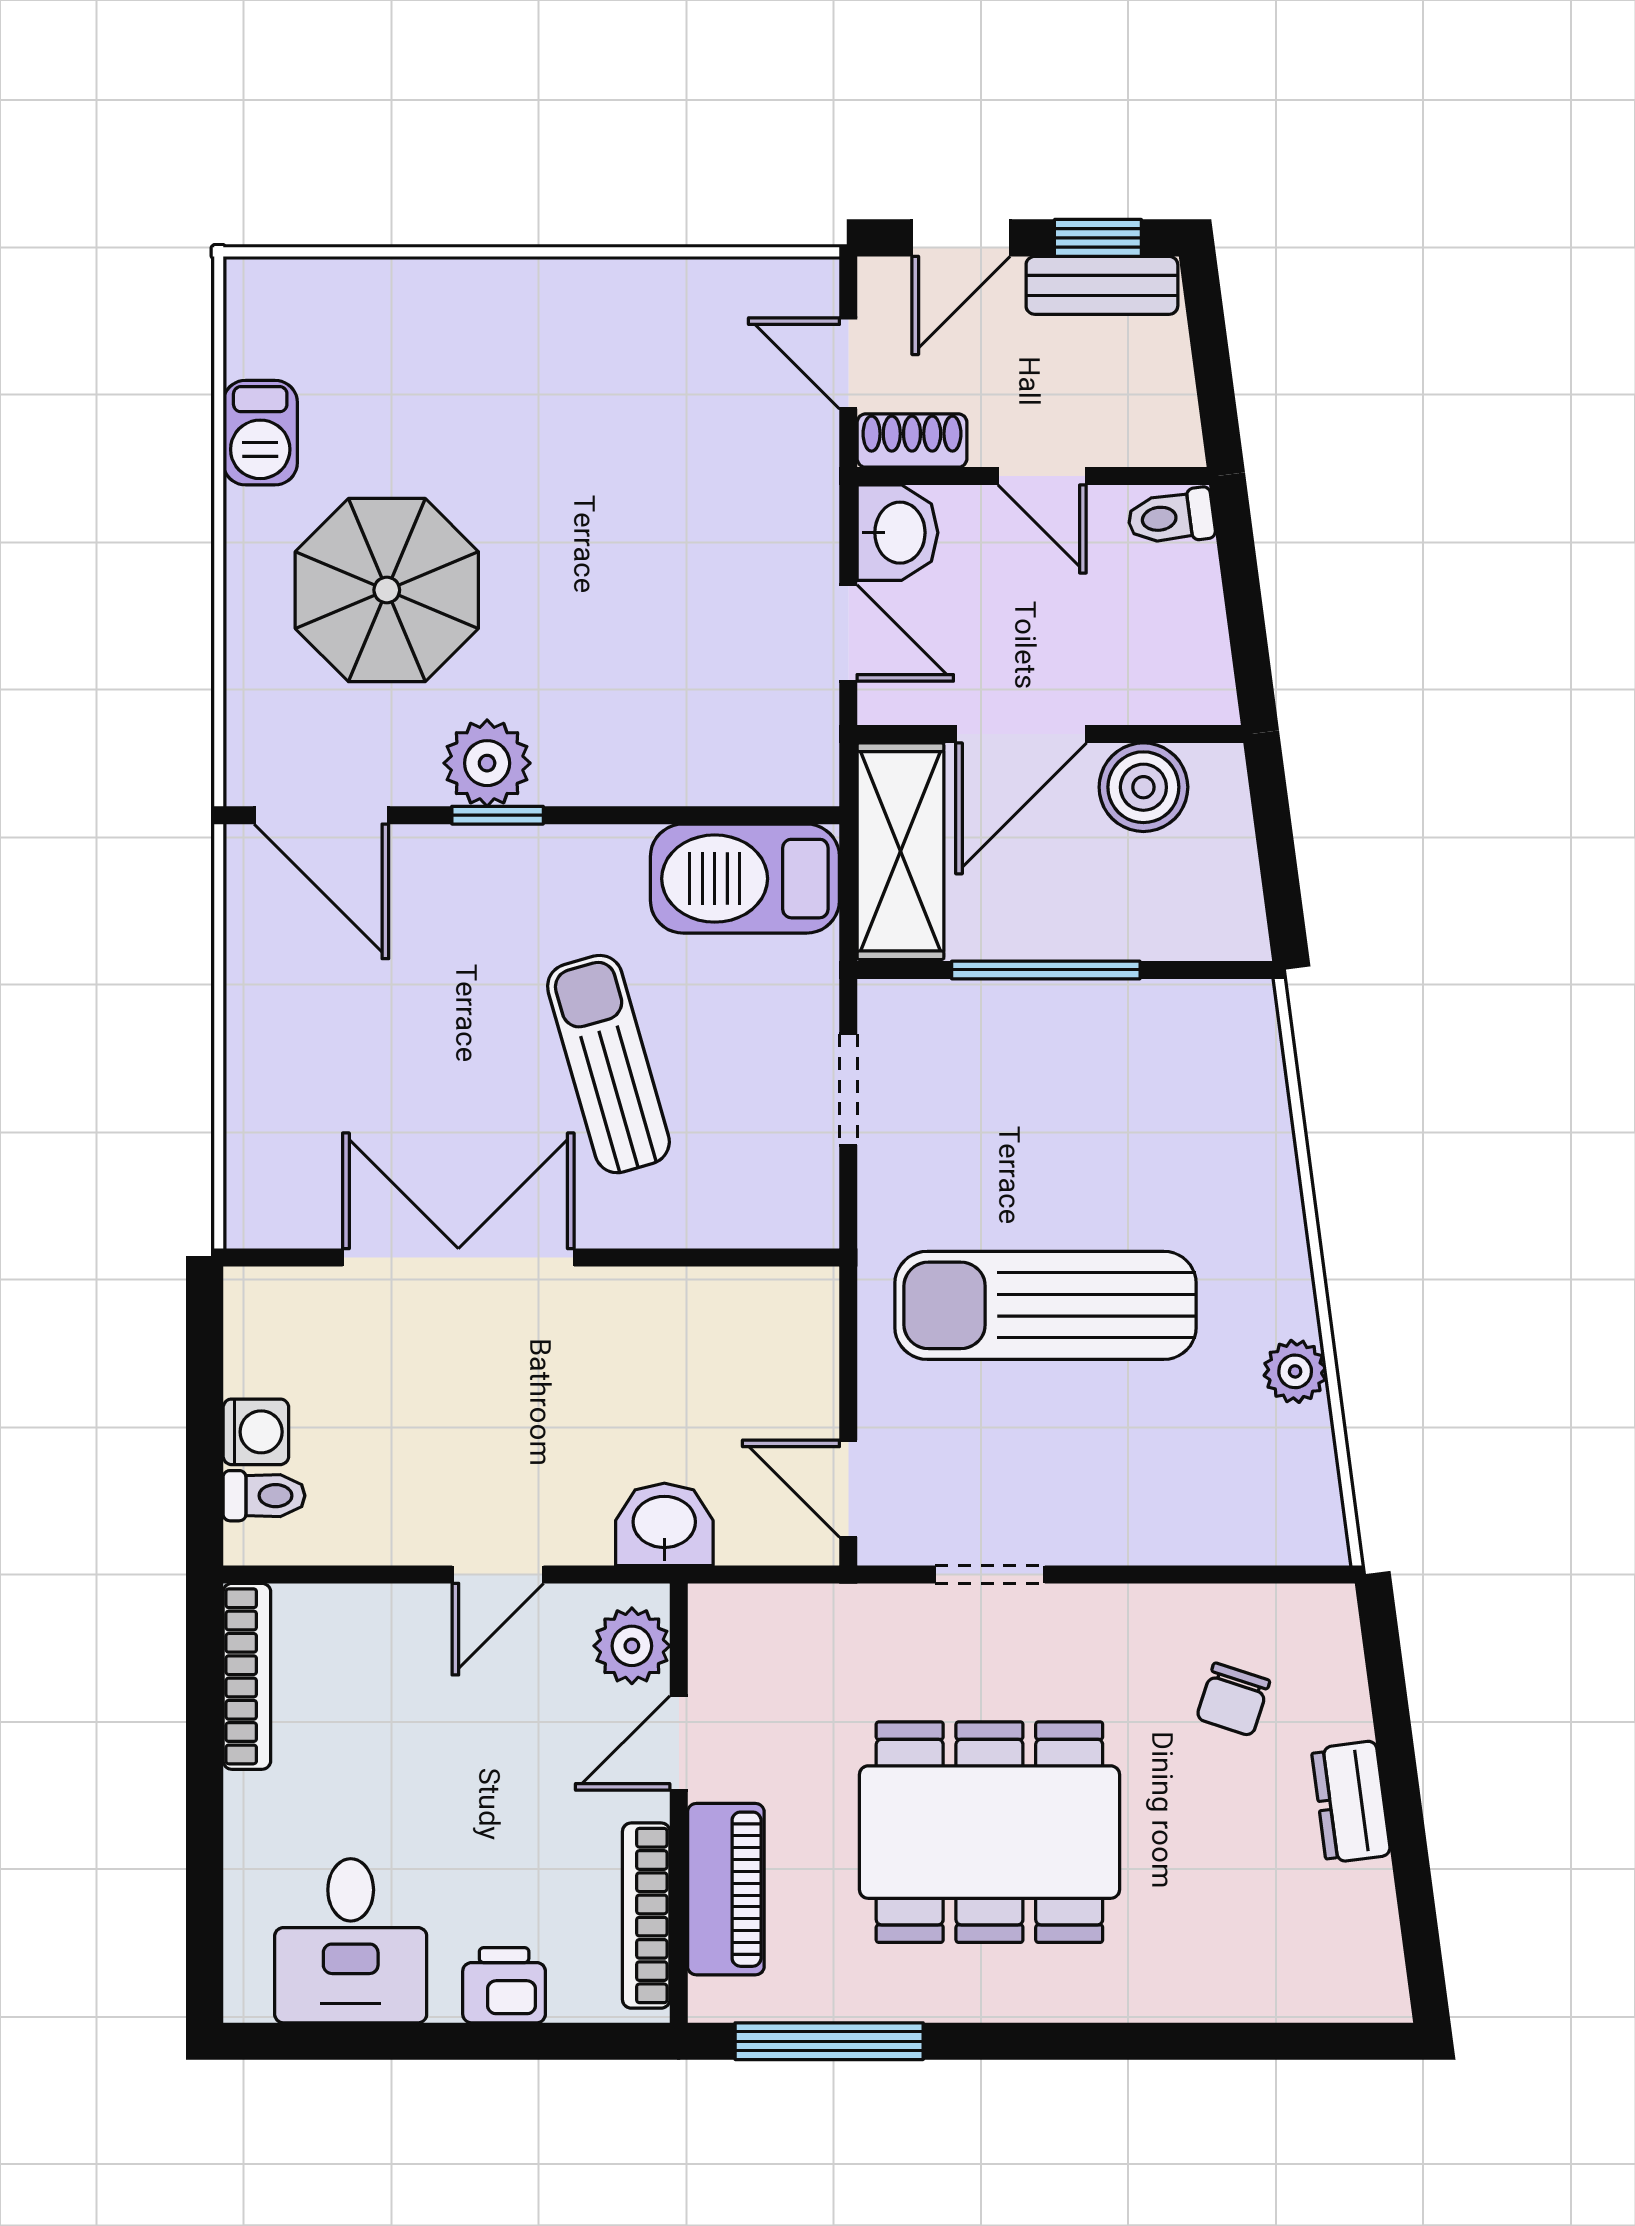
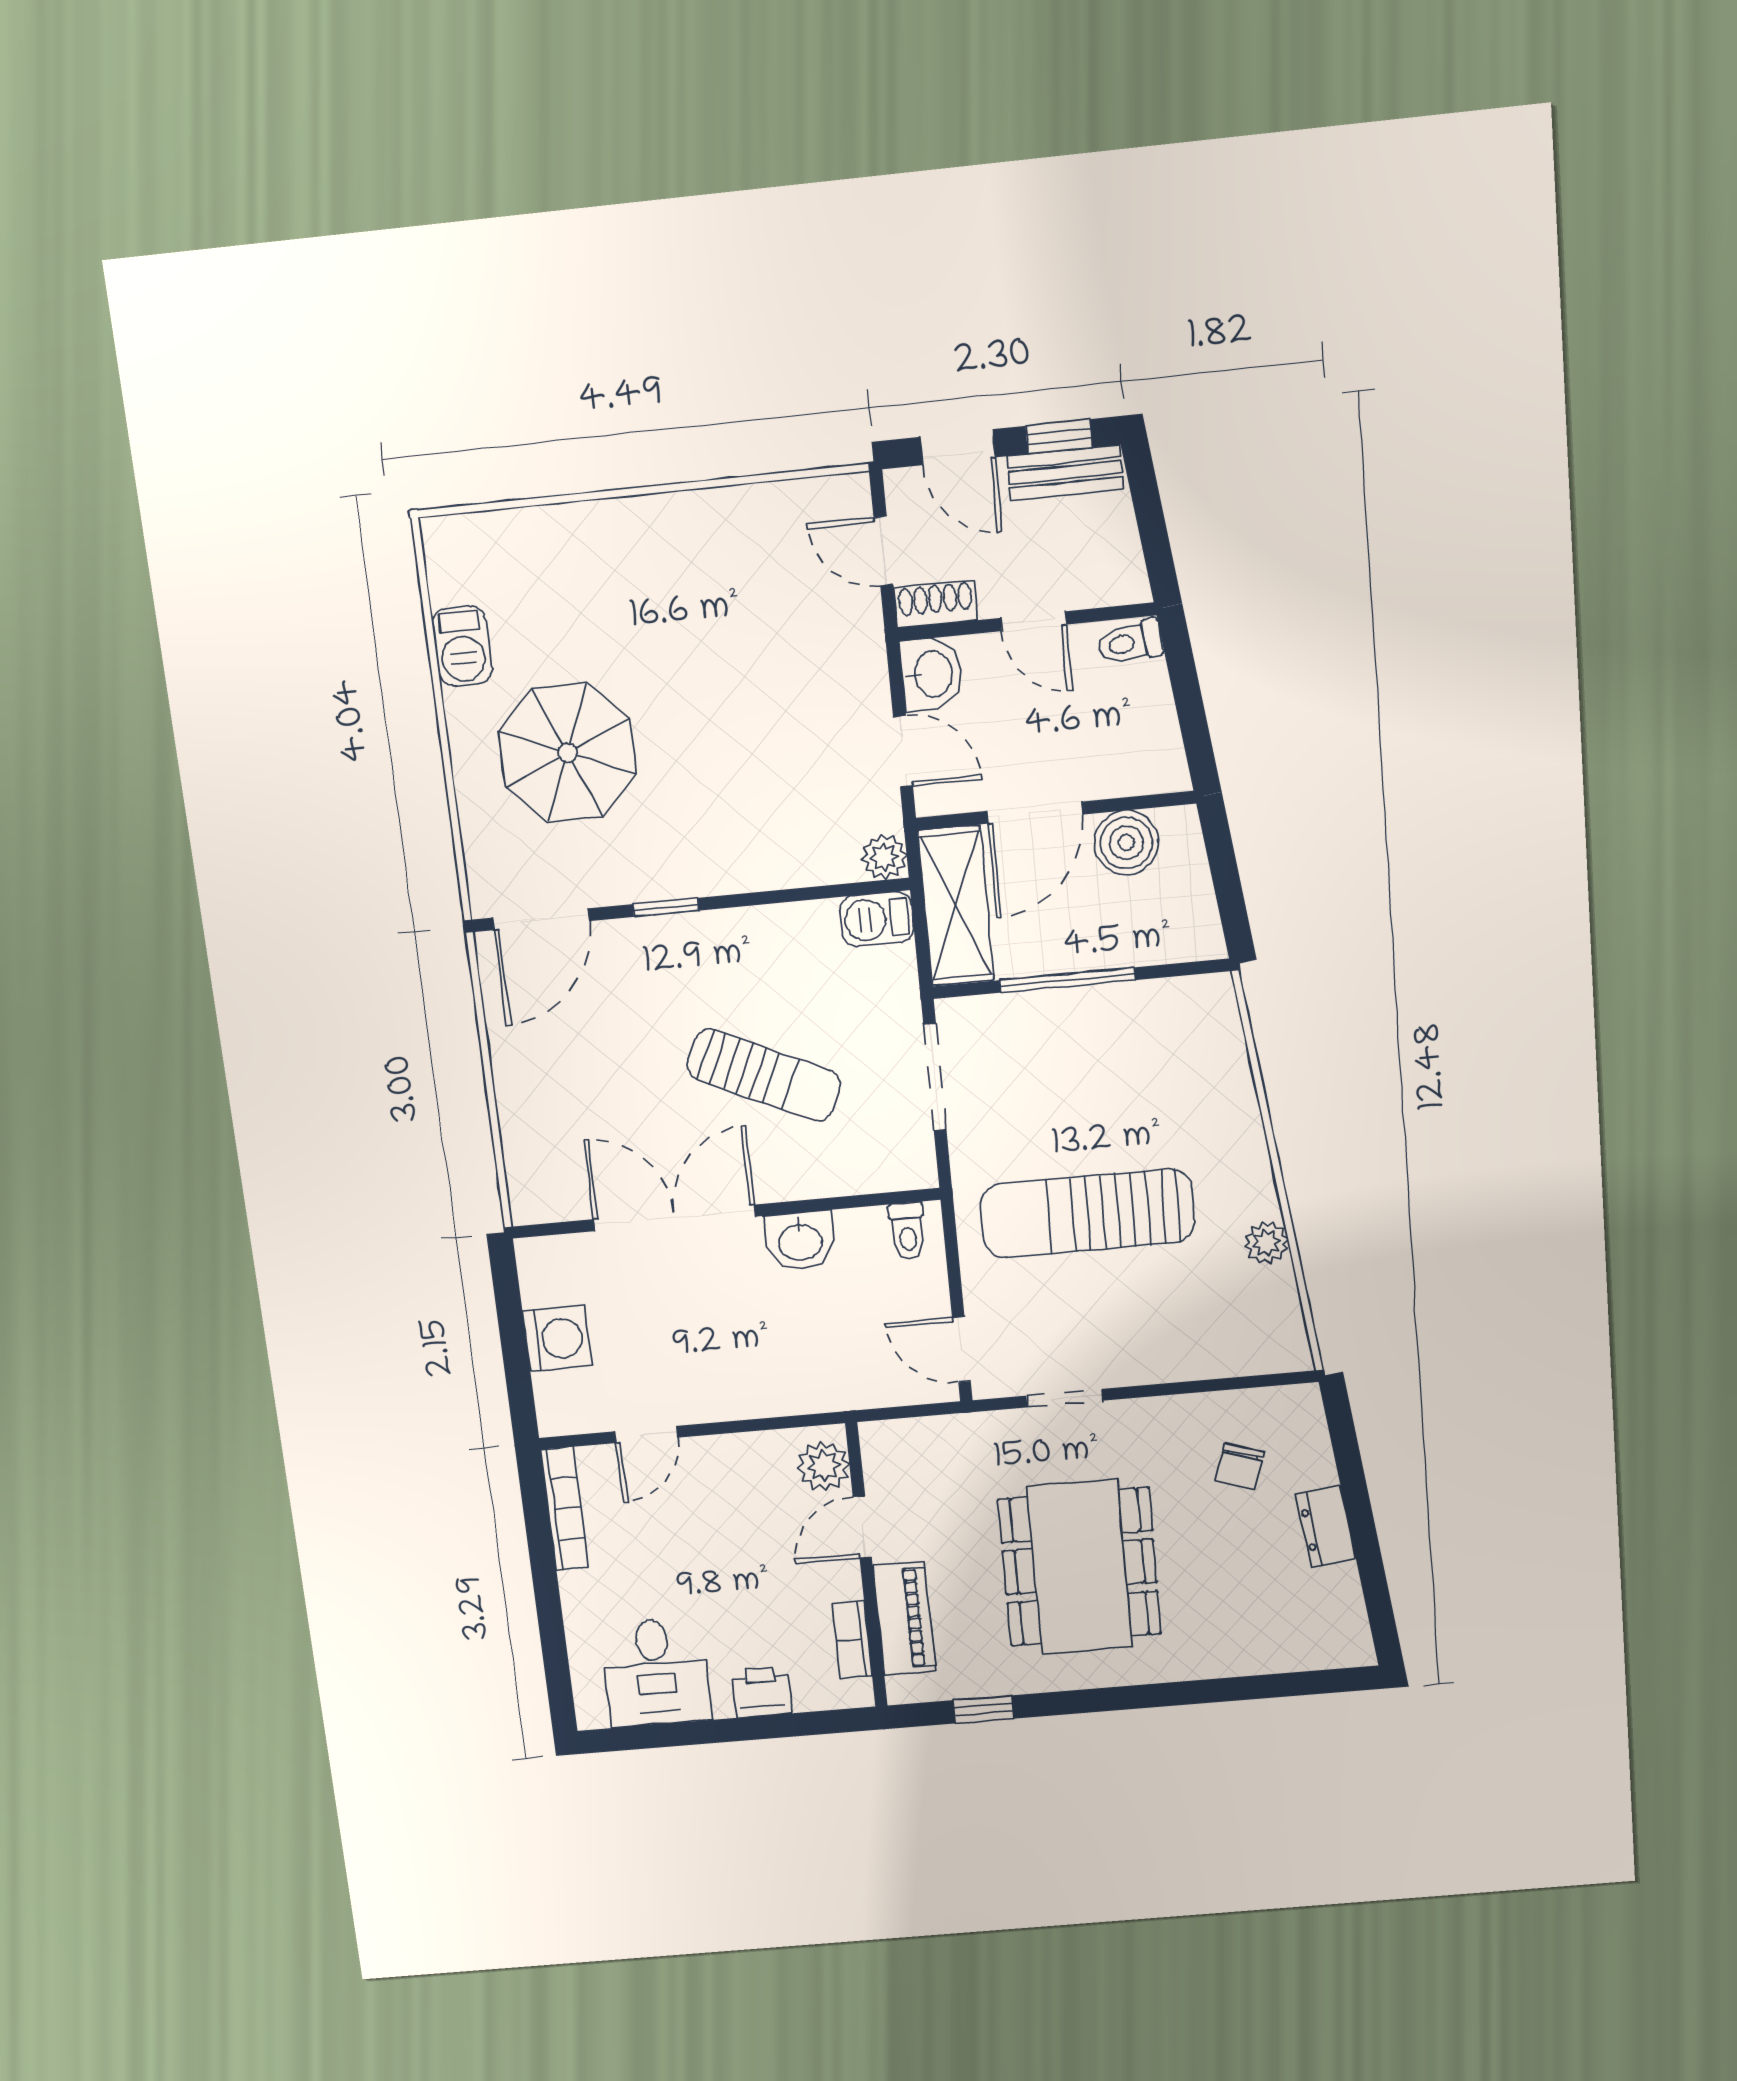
door: (961, 238) -> (958, 447), hinge flipped
plant: (487, 763) -> (884, 857), moved, width x0.73, depth x0.73
door: (321, 815) -> (541, 919), hinge flipped
barbecue: (745, 879) -> (877, 919), width x0.53, depth x0.65
sun lounger: (608, 1064) -> (764, 1075), turned 131
doorway: (848, 1090) -> (935, 1077), width x1.38
washing machine: (256, 1432) -> (557, 1339), width x1.38, depth x1.38
toilet: (264, 1496) -> (907, 1231), moved, turned 90
washbasin: (664, 1524) -> (800, 1241), moved, turned 180
door: (498, 1575) -> (646, 1435), moved
dining table: (989, 1832) -> (1080, 1567), turned 90
bookcase: (646, 1916) -> (852, 1640), width x0.64
window: (829, 2041) -> (984, 1709), width x0.46

